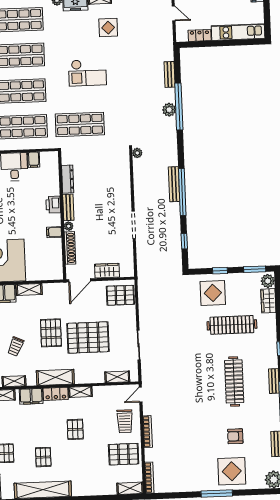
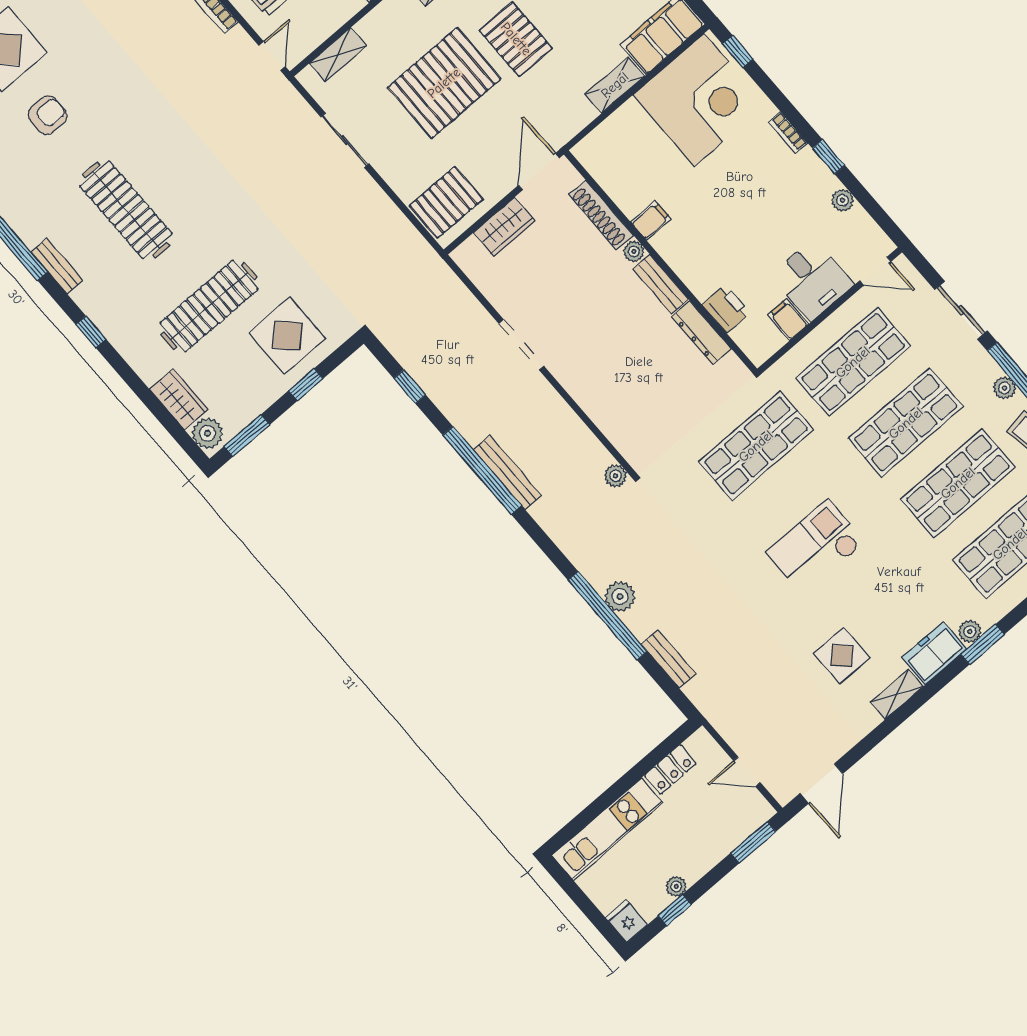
printer: (53, 205) -> (726, 309), moved

